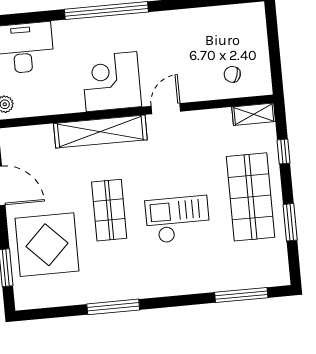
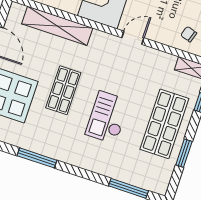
shelving: (100, 132) -> (57, 26), moved
checkout: (178, 220) -> (108, 117), turned -90

